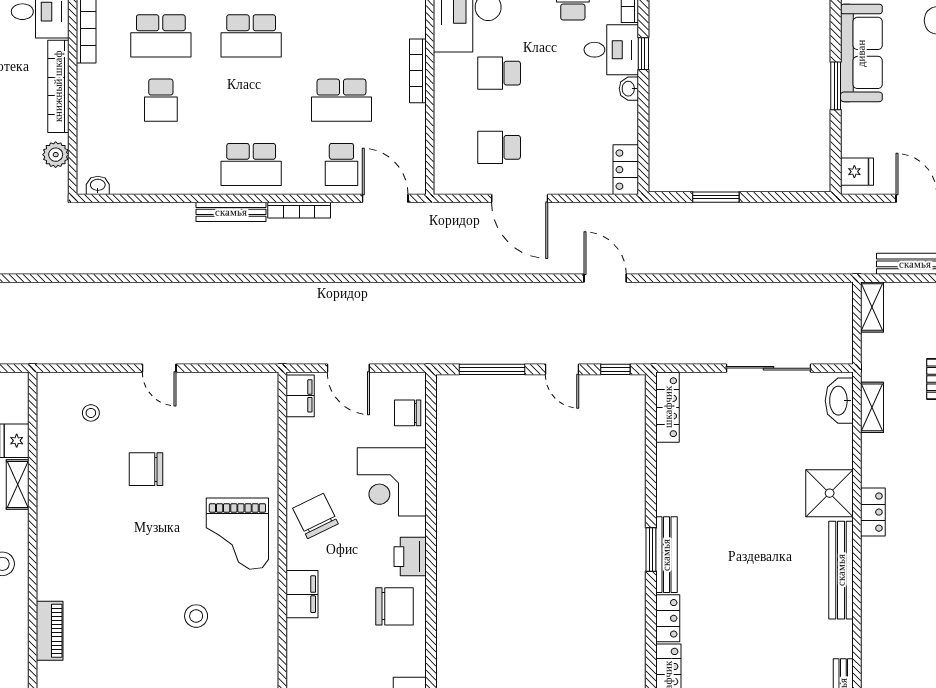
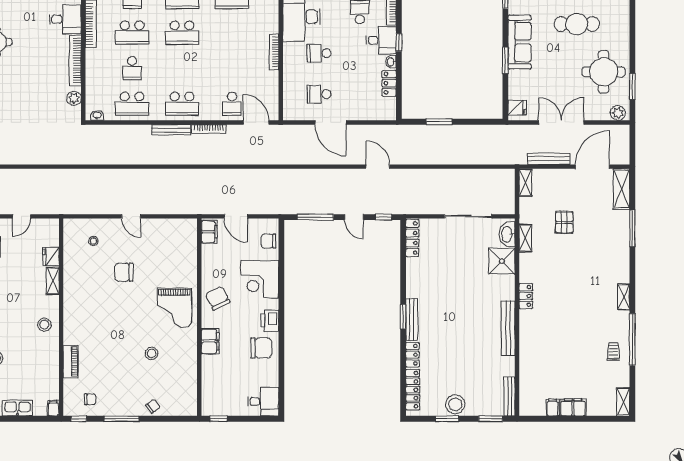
school desk: (341, 100) -> (132, 104), moved
locker: (626, 170) -> (389, 83), moved
shower: (830, 493) -> (502, 261), moved

